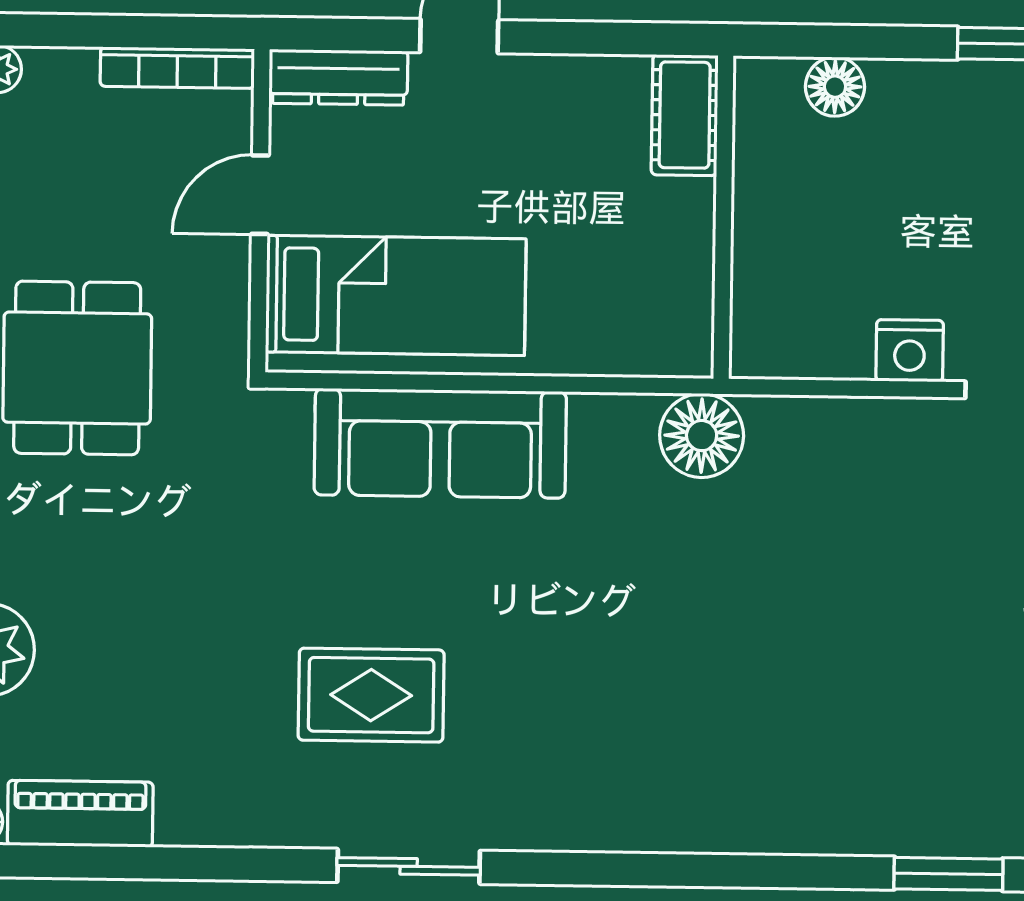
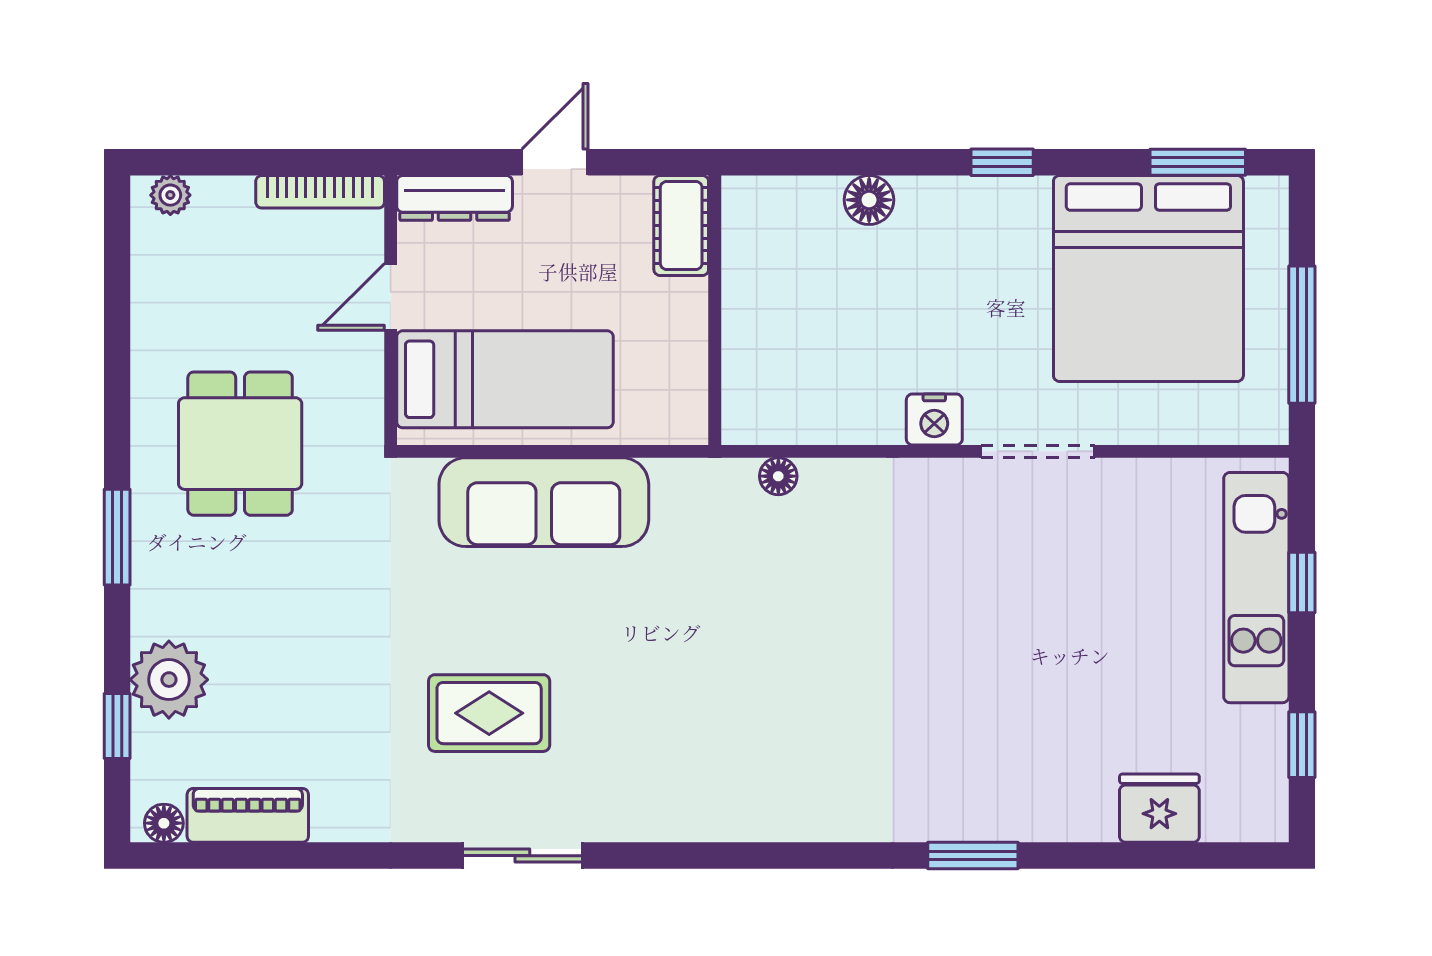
cot: (685, 115) -> (681, 225), moved
wall: (723, 217) -> (715, 310), moved
floor lamp: (702, 436) -> (778, 476), width x0.53, depth x0.53

